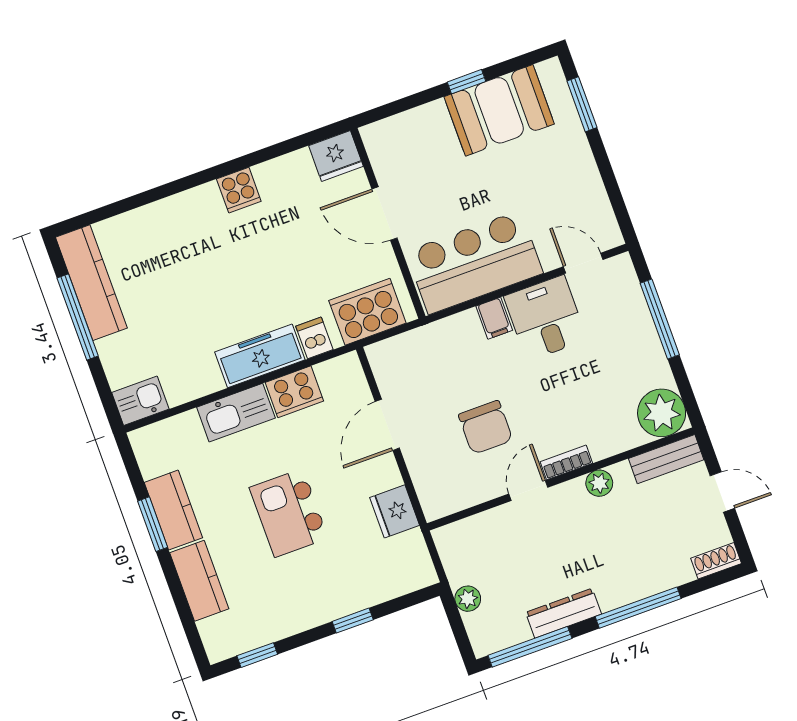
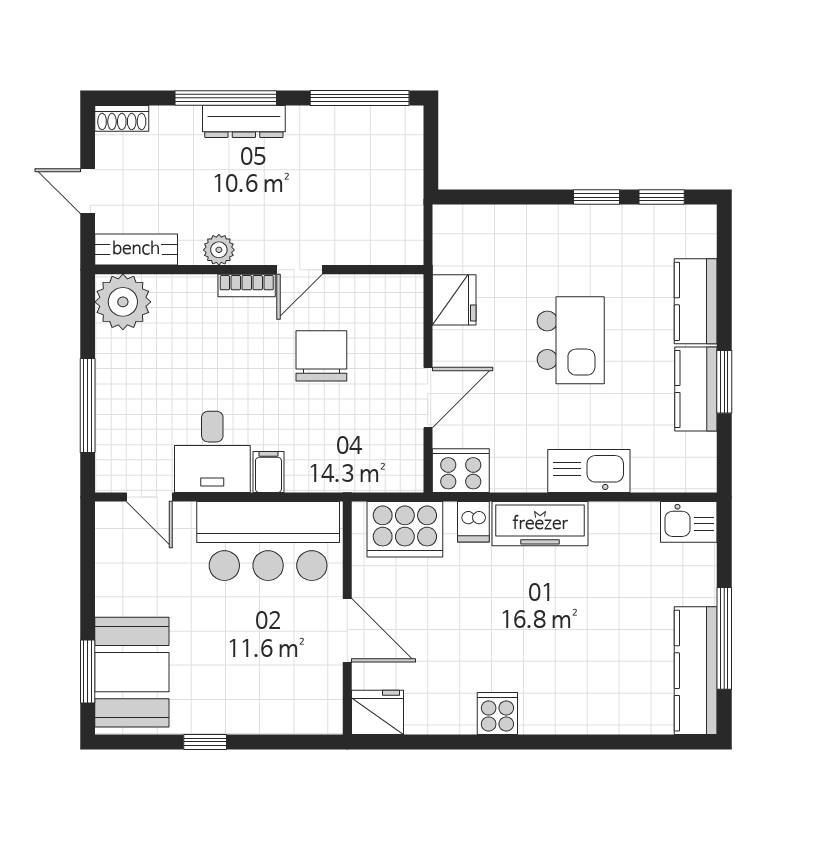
booth: (499, 110) -> (132, 672), moved, turned 90
cooker: (294, 392) -> (461, 471), moved
plant: (468, 599) -> (409, 175), removed
dresser: (564, 613) -> (244, 121), moved
window: (353, 621) -> (596, 197), moved

